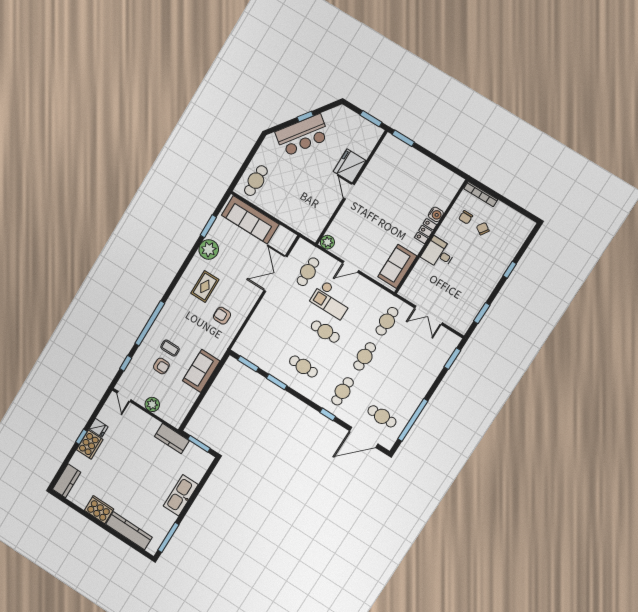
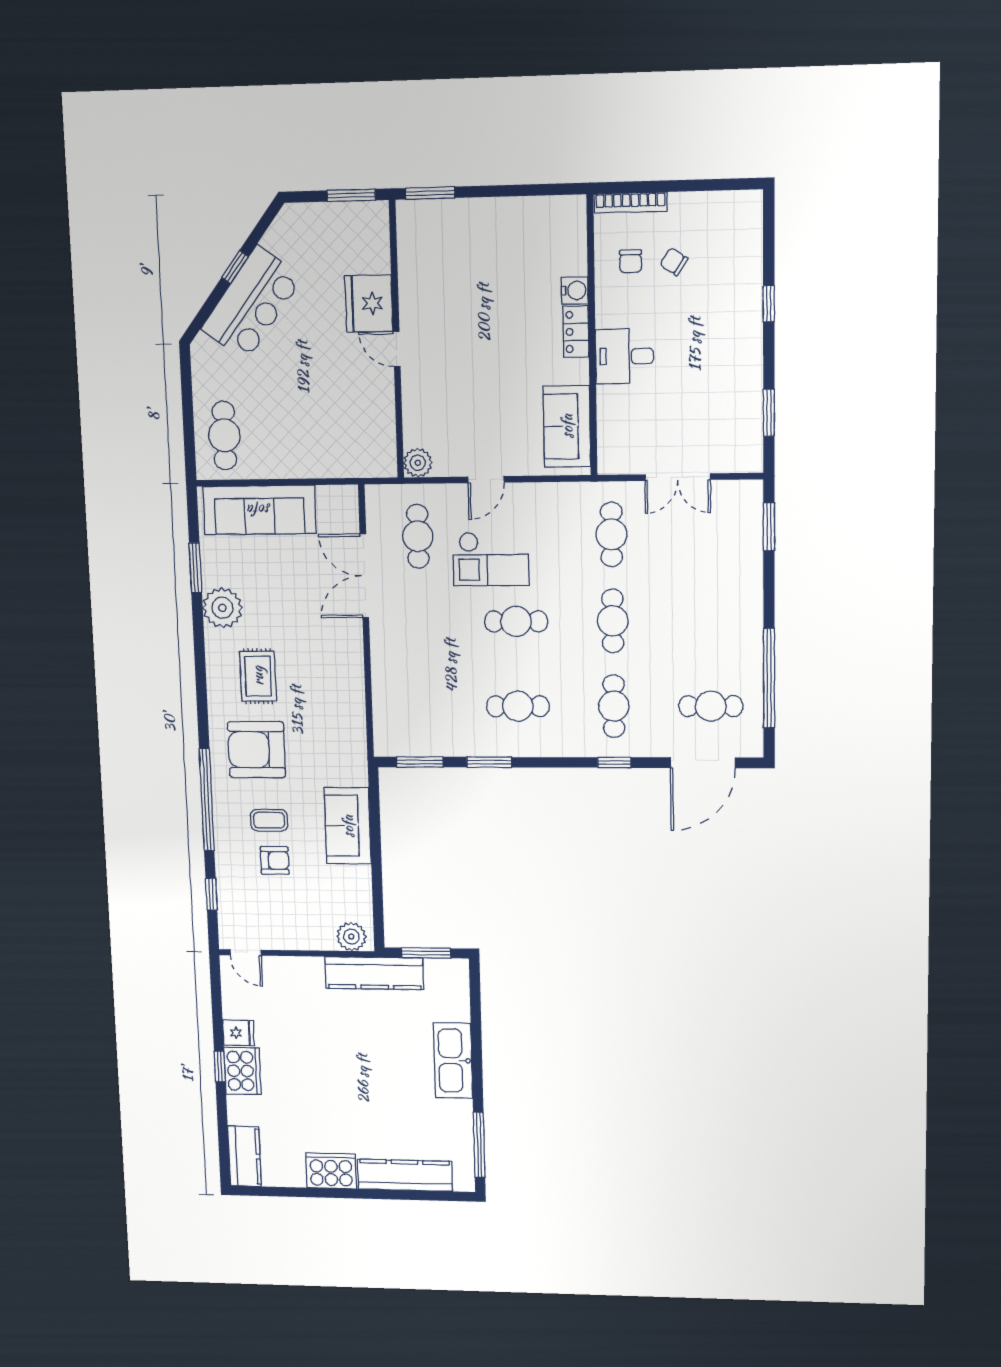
armchair: (222, 316) -> (257, 750), moved, width x1.88, depth x1.88
plant: (152, 404) -> (351, 937), moved
kitchen counter: (172, 439) -> (374, 973), width x1.50

